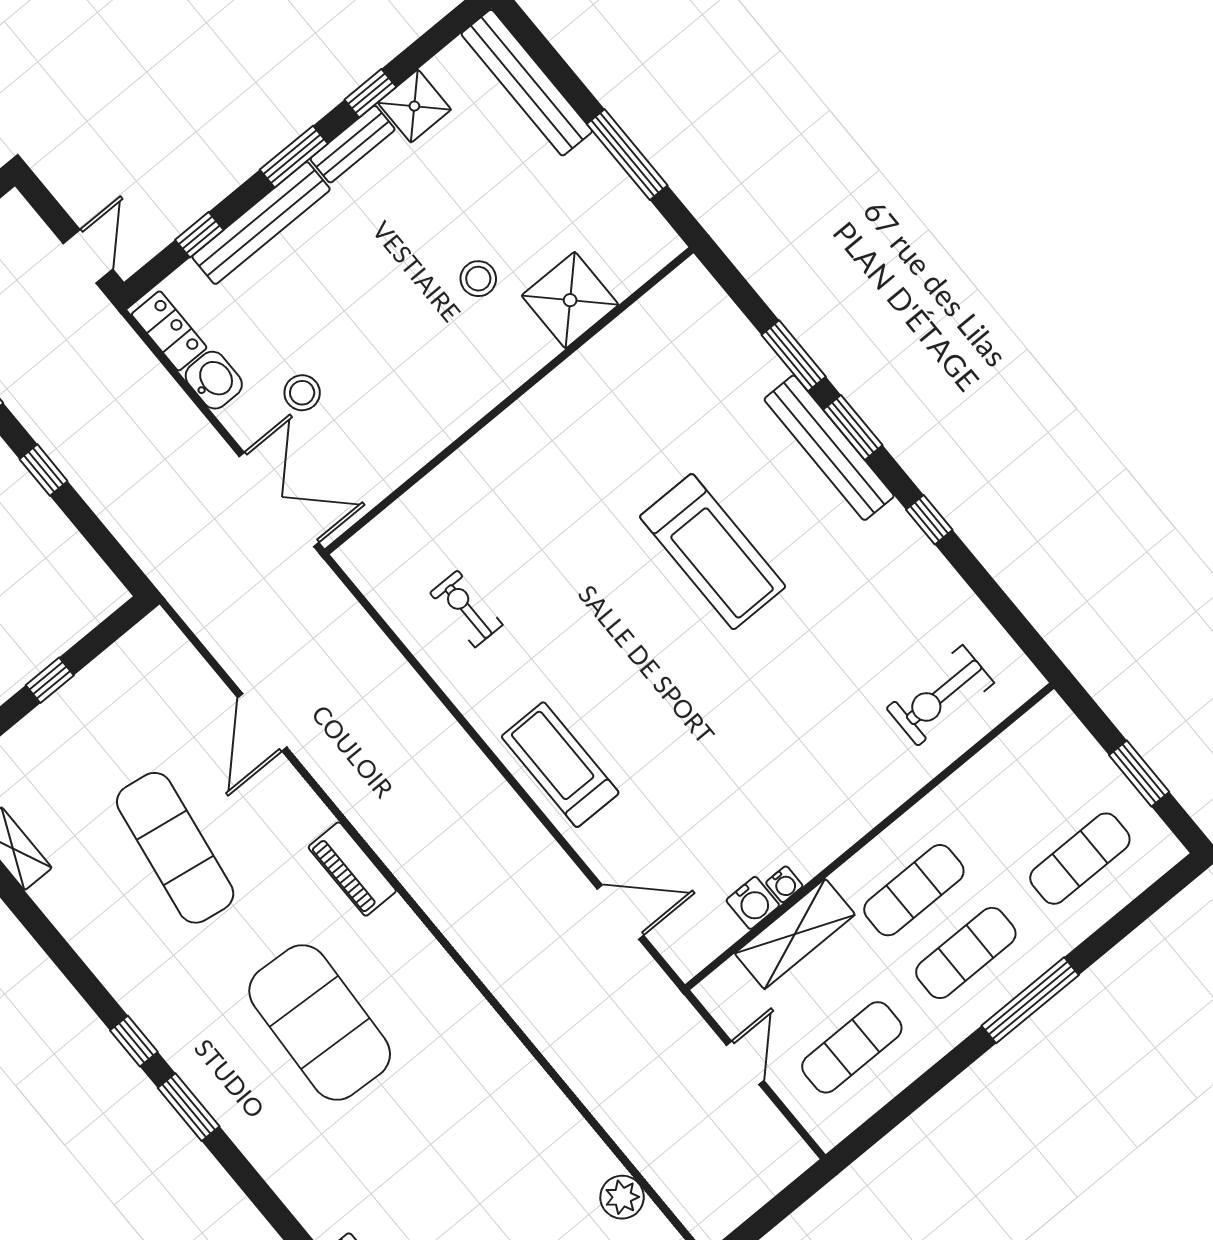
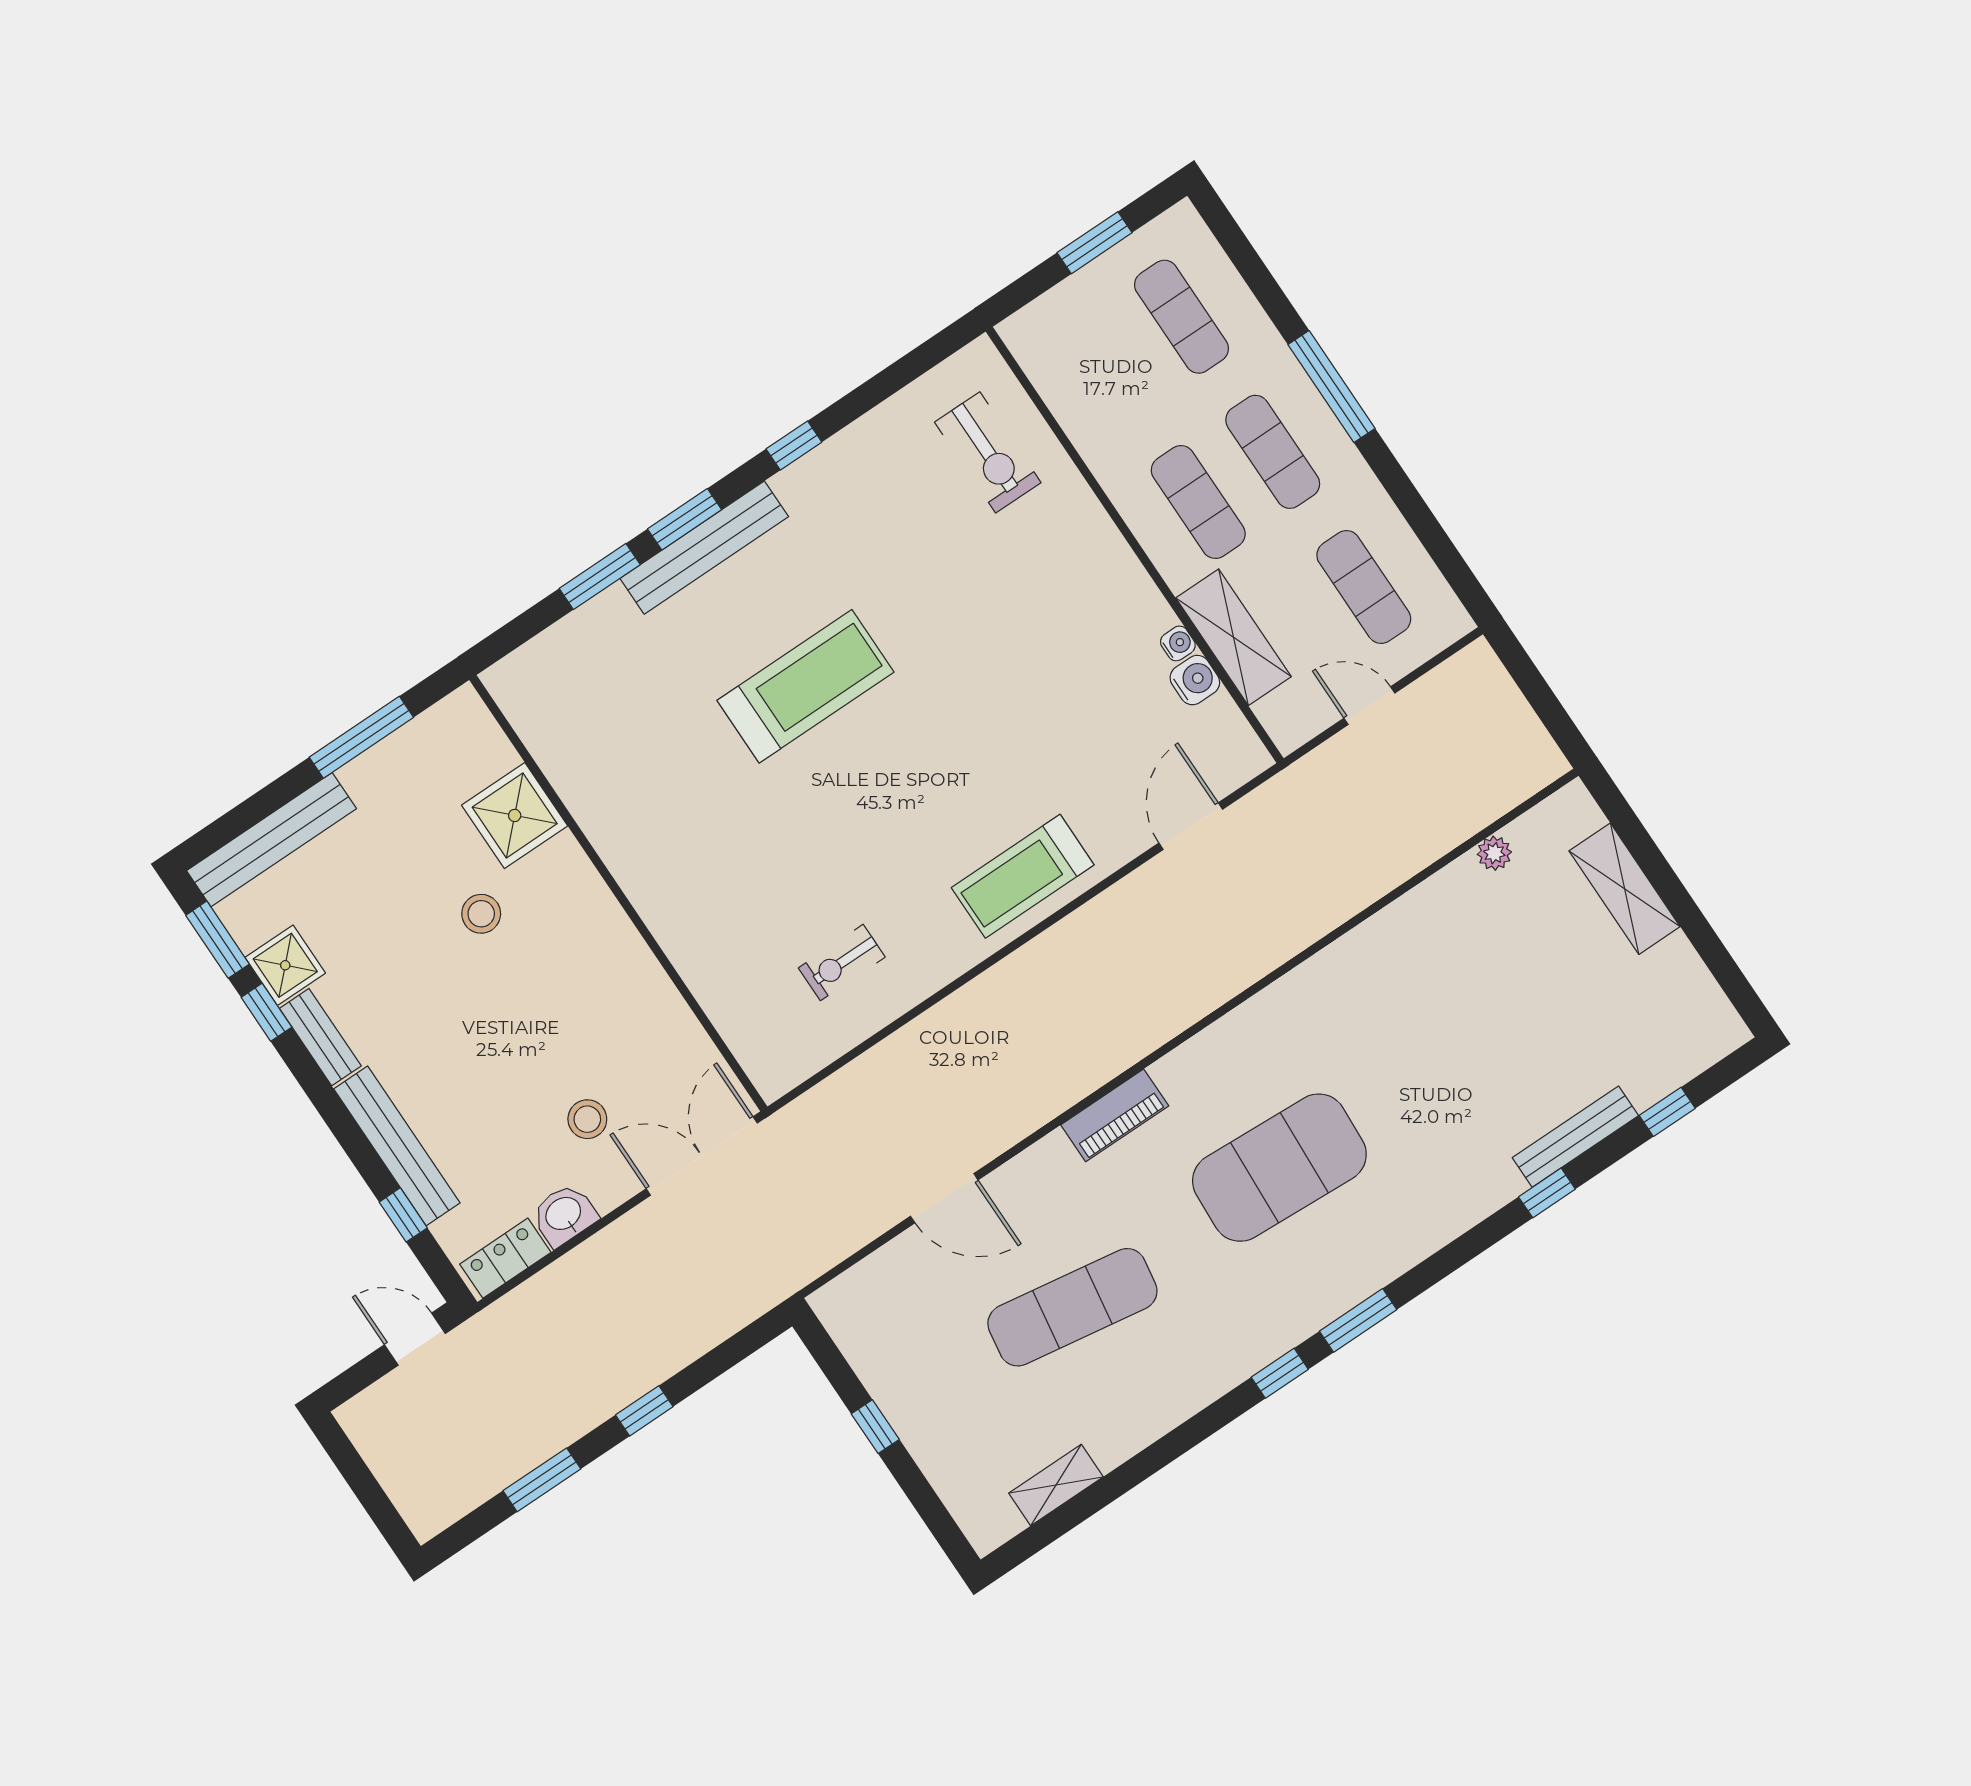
window: (294, 157) -> (218, 940), moved
plant: (622, 1197) -> (1494, 853), width x0.73, depth x0.73

